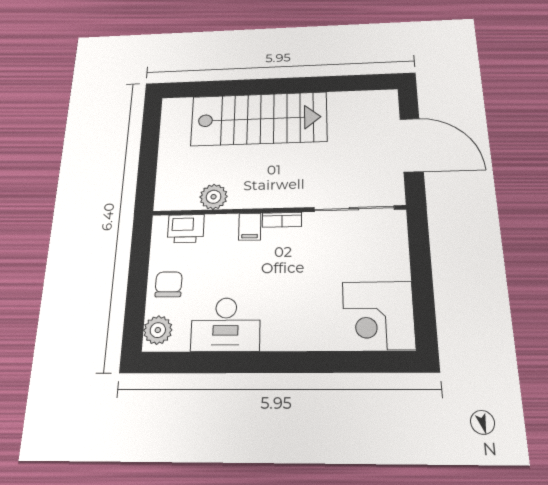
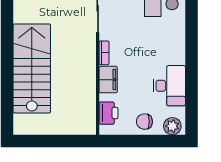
plant: (214, 197) -> (87, 96), removed
filing cabinet: (250, 227) -> (108, 80), width x2.00

